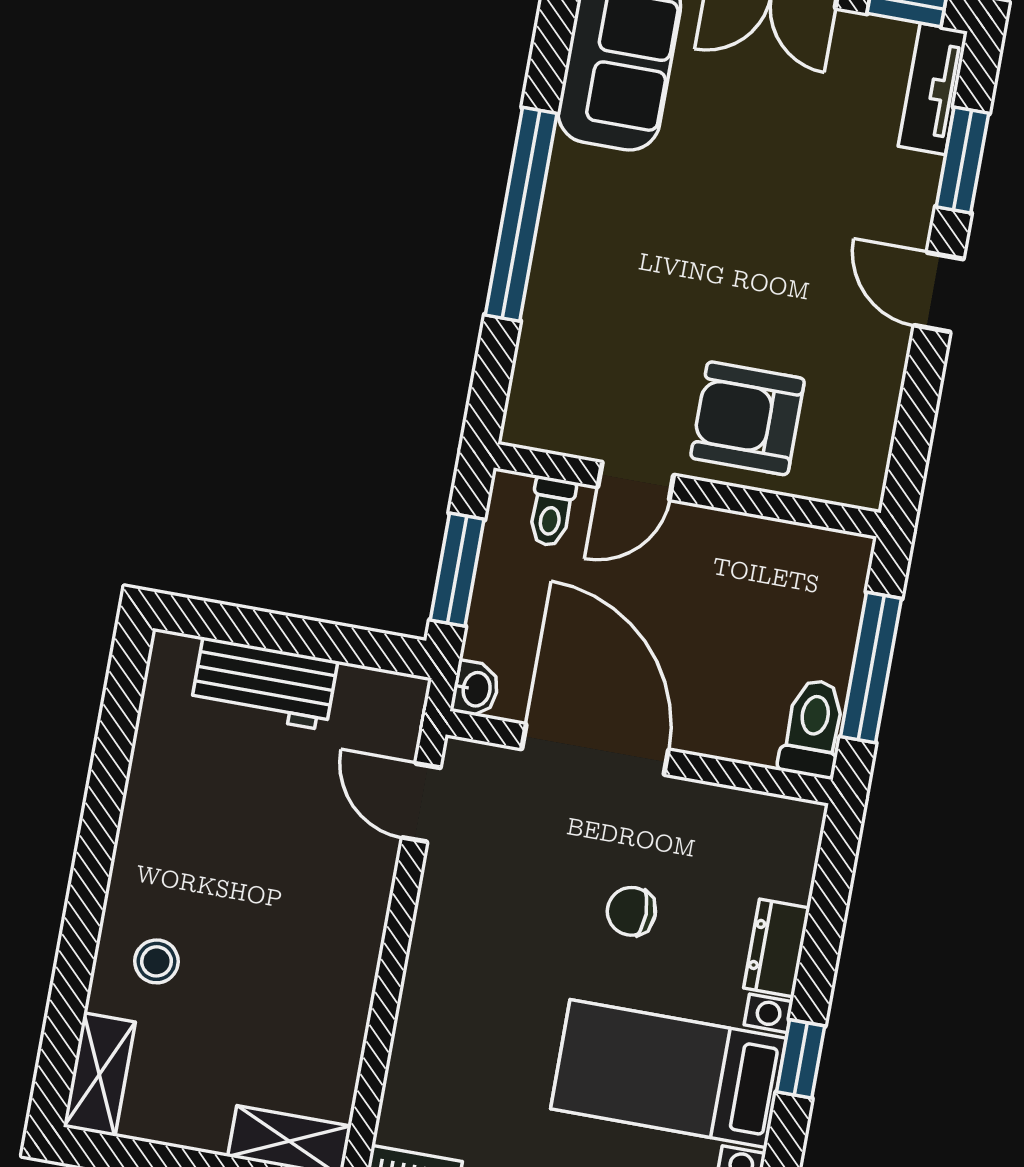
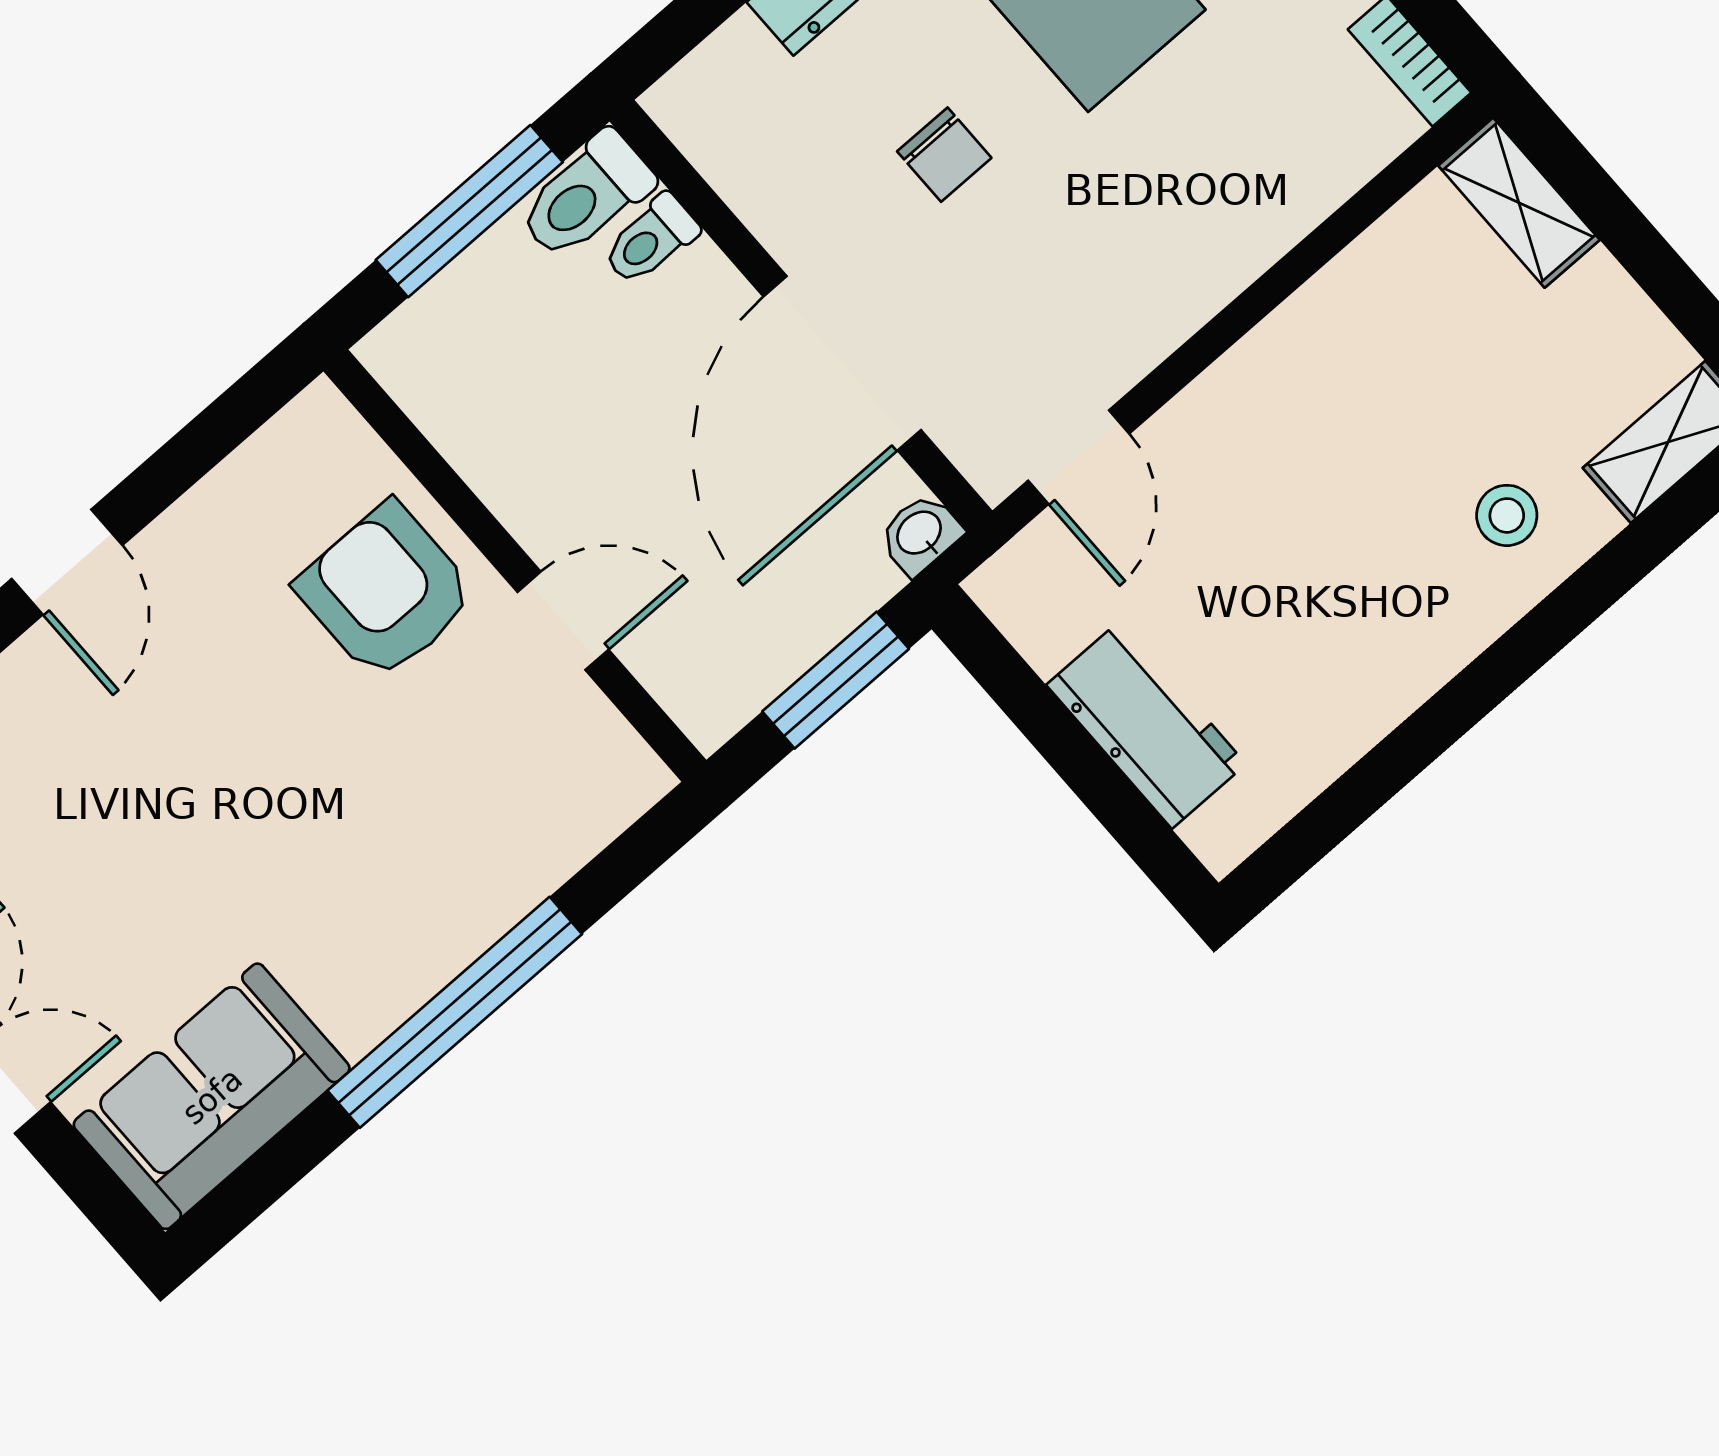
armchair: (748, 418) -> (386, 591), turned 180
toilet: (551, 512) -> (651, 240), moved, turned 180

